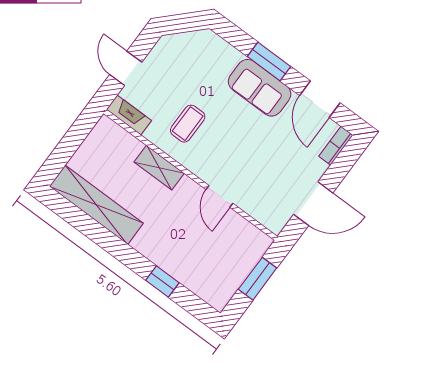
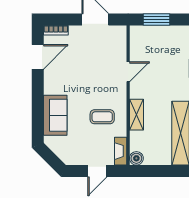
window: (269, 61) -> (38, 98), removed
sofa: (260, 88) -> (55, 115), moved
boiler: (106, 128) -> (136, 158), added

